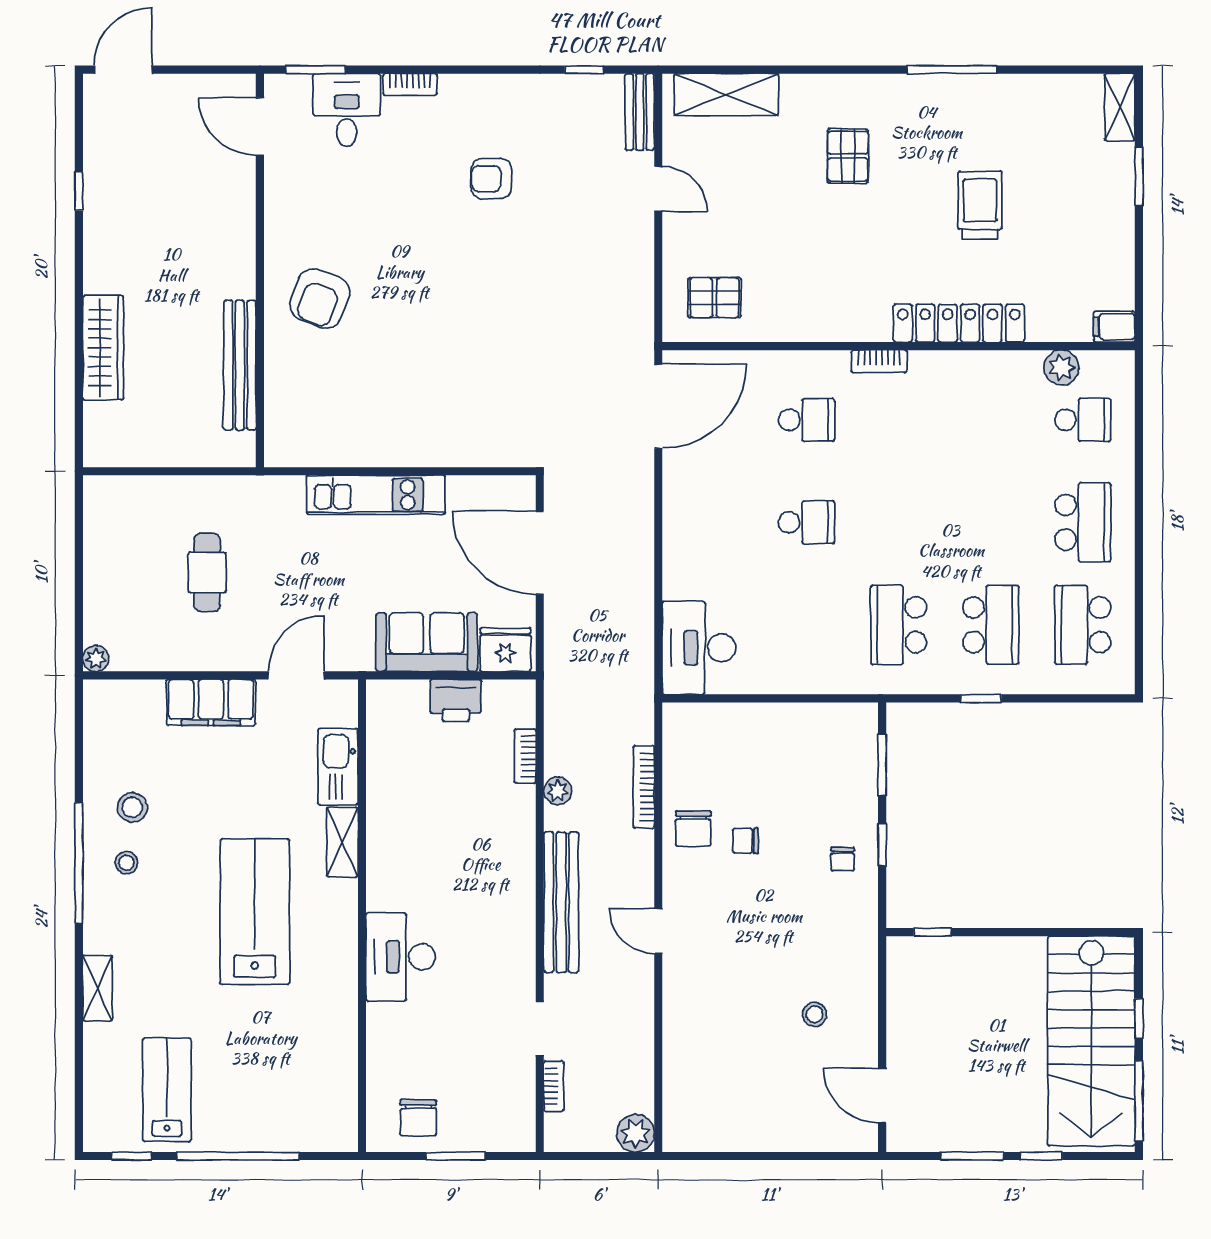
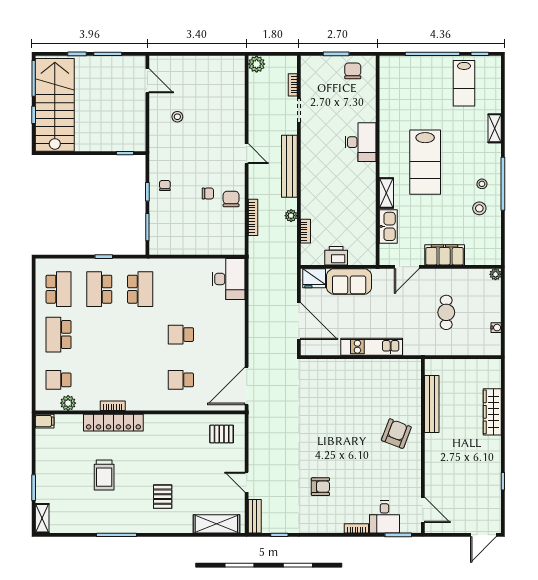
bookcase: (879, 361) -> (113, 406), moved
water cooler: (94, 538) -> (496, 328), added

